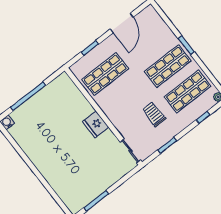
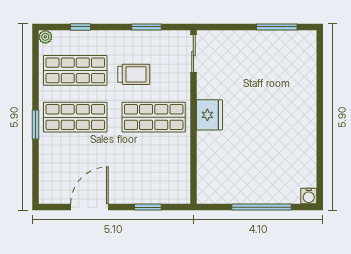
shop shelf: (105, 74) -> (154, 117), moved
trolley: (154, 114) -> (134, 74), turned -90

